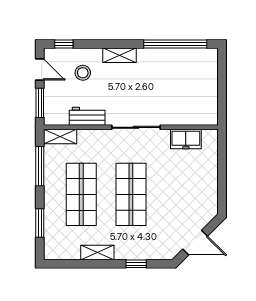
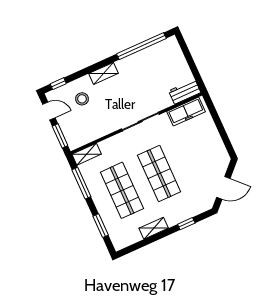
workbench: (87, 116) -> (185, 92), moved
freezer: (186, 139) -> (186, 112), width x1.40

